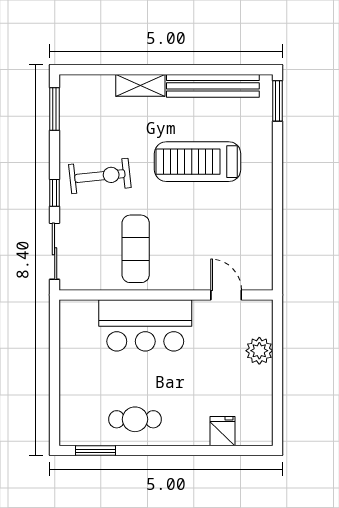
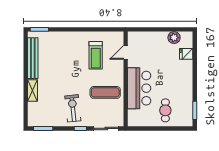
treadmill: (198, 162) -> (96, 55), moved, width x0.73, depth x0.73
plant: (259, 351) -> (174, 38), moved
cafe table: (135, 419) -> (165, 110), moved

